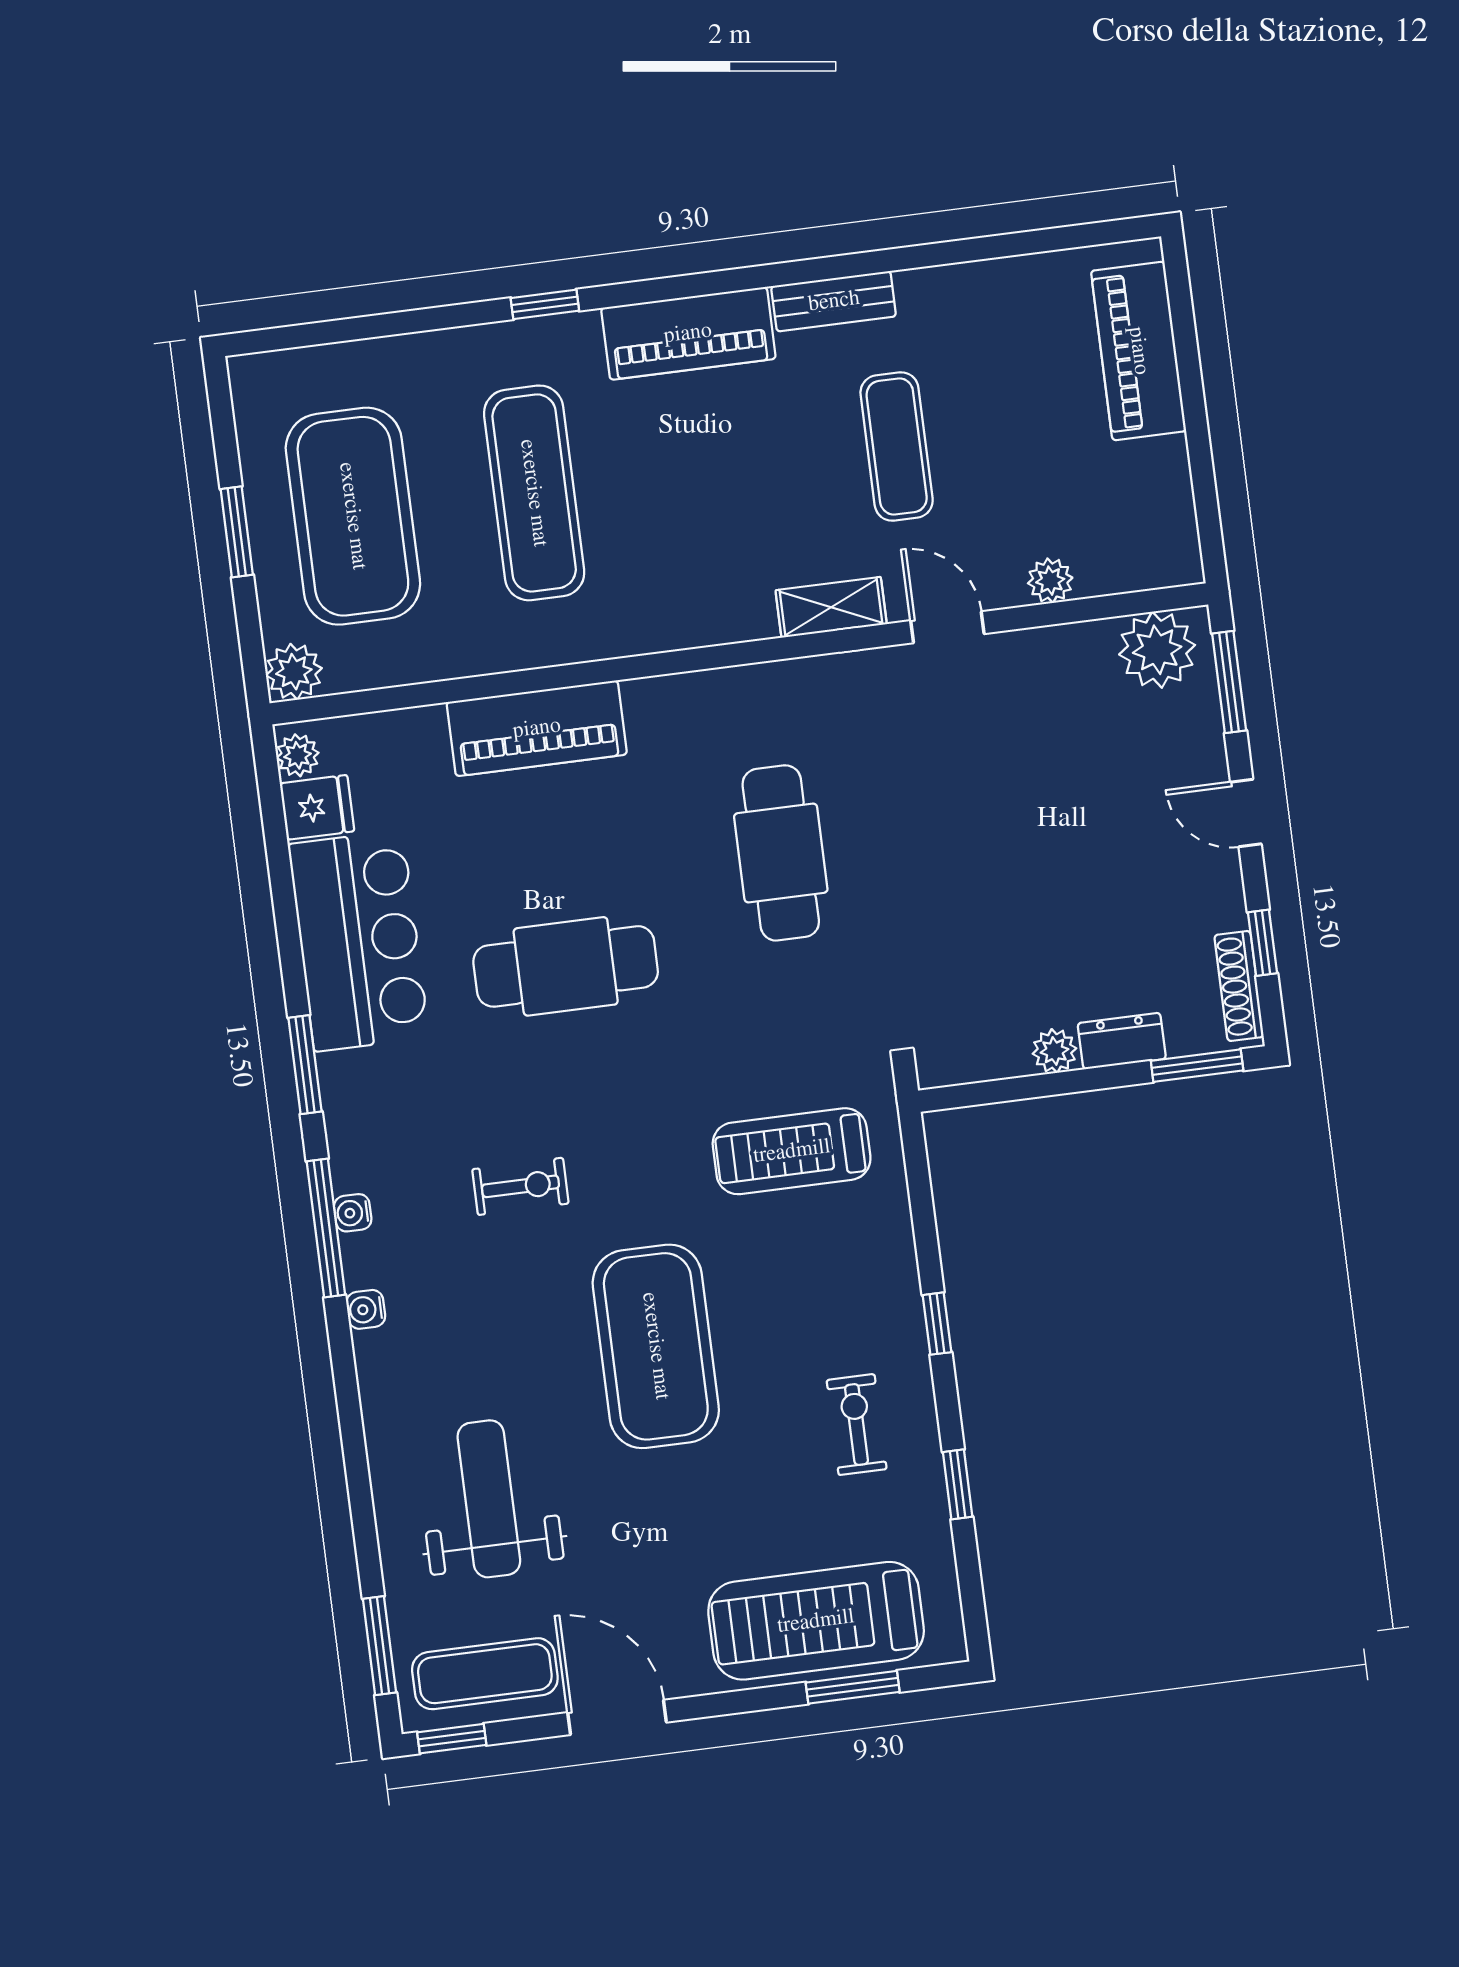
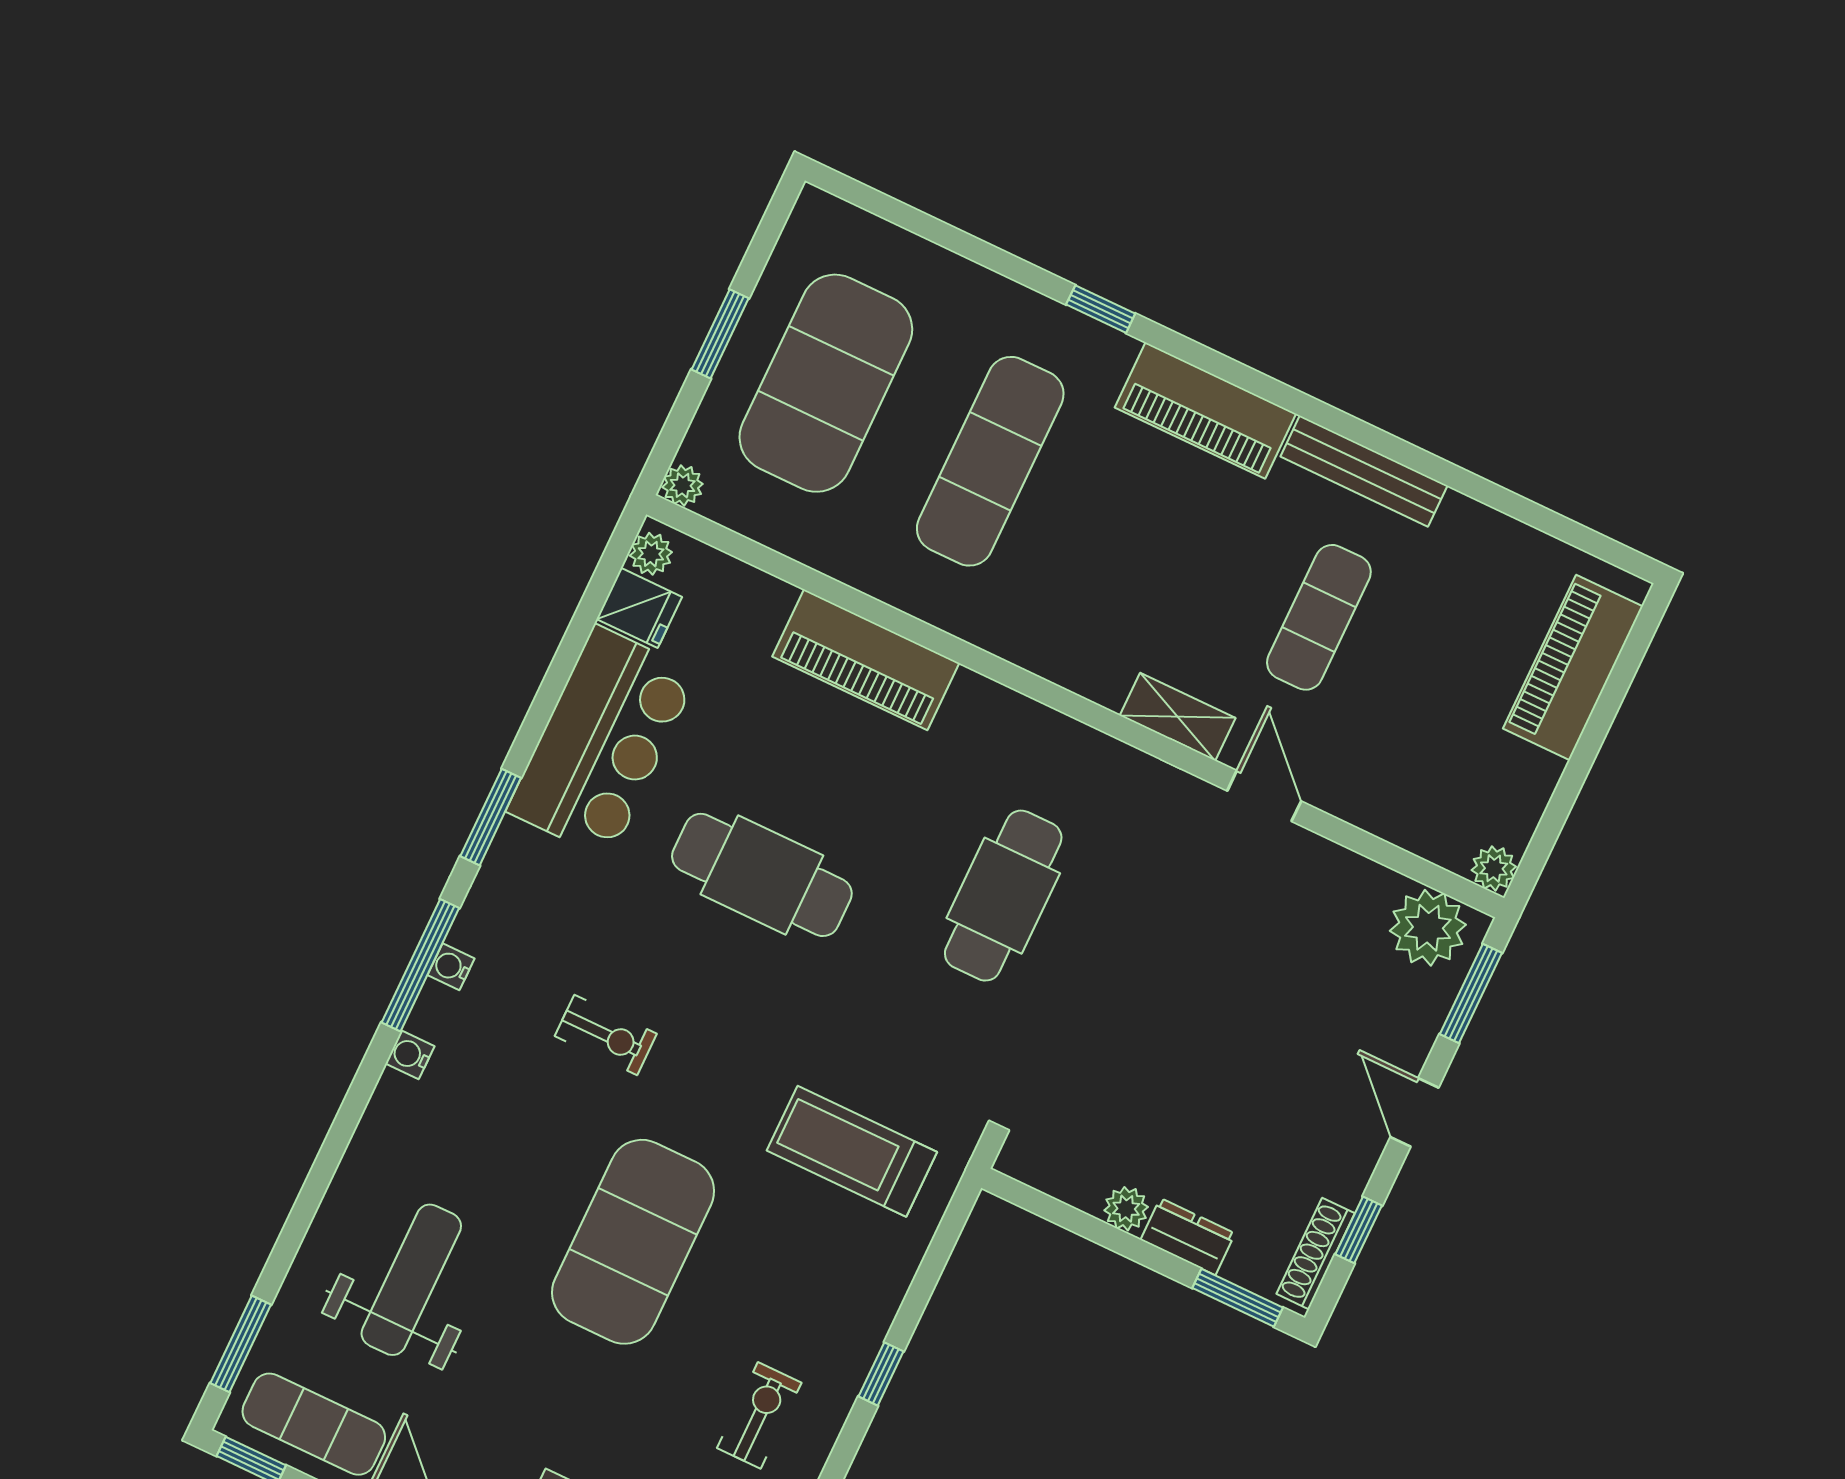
bench: (834, 301) -> (1364, 471), width x1.36
plant: (1050, 581) -> (1494, 868), moved
plant: (294, 672) -> (683, 485), width x0.73, depth x0.73

